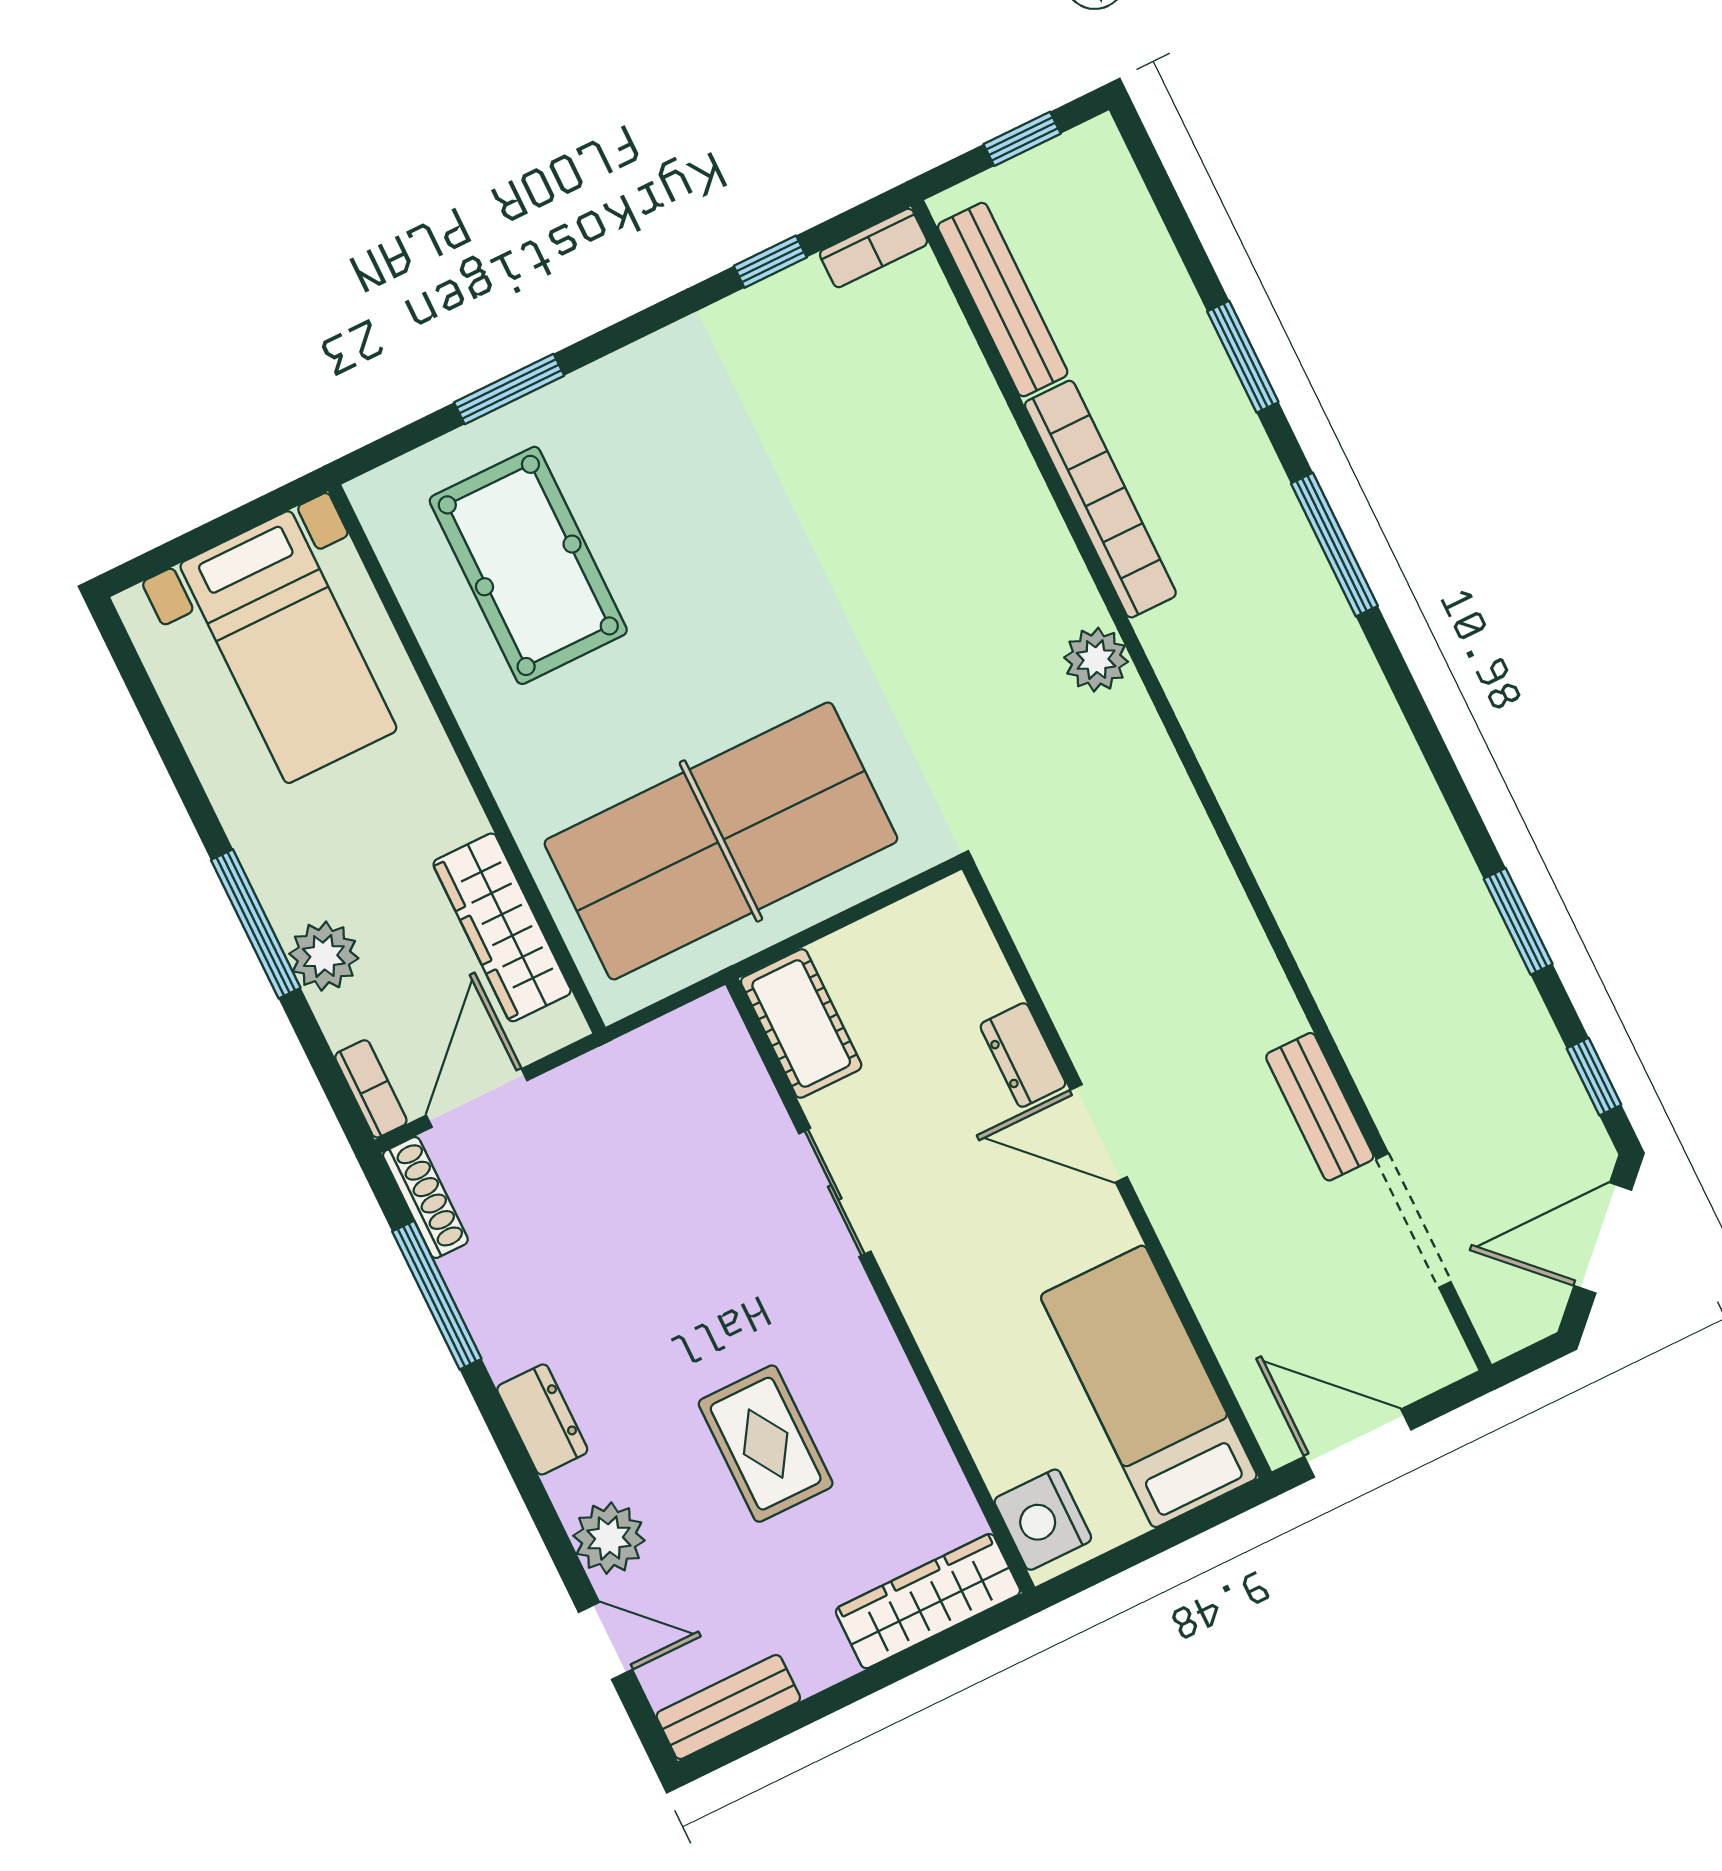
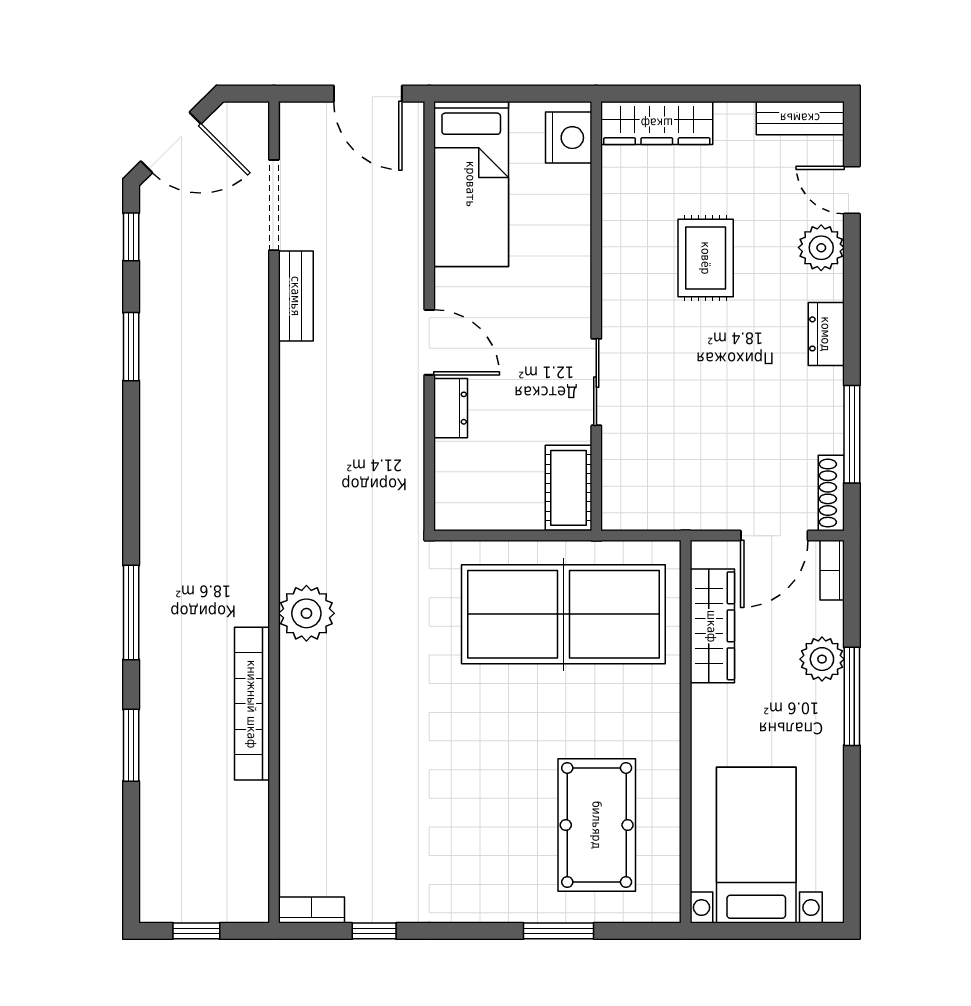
bench: (1003, 300) -> (252, 845), removed
plant: (1096, 660) -> (306, 613), width x1.36, depth x1.36

